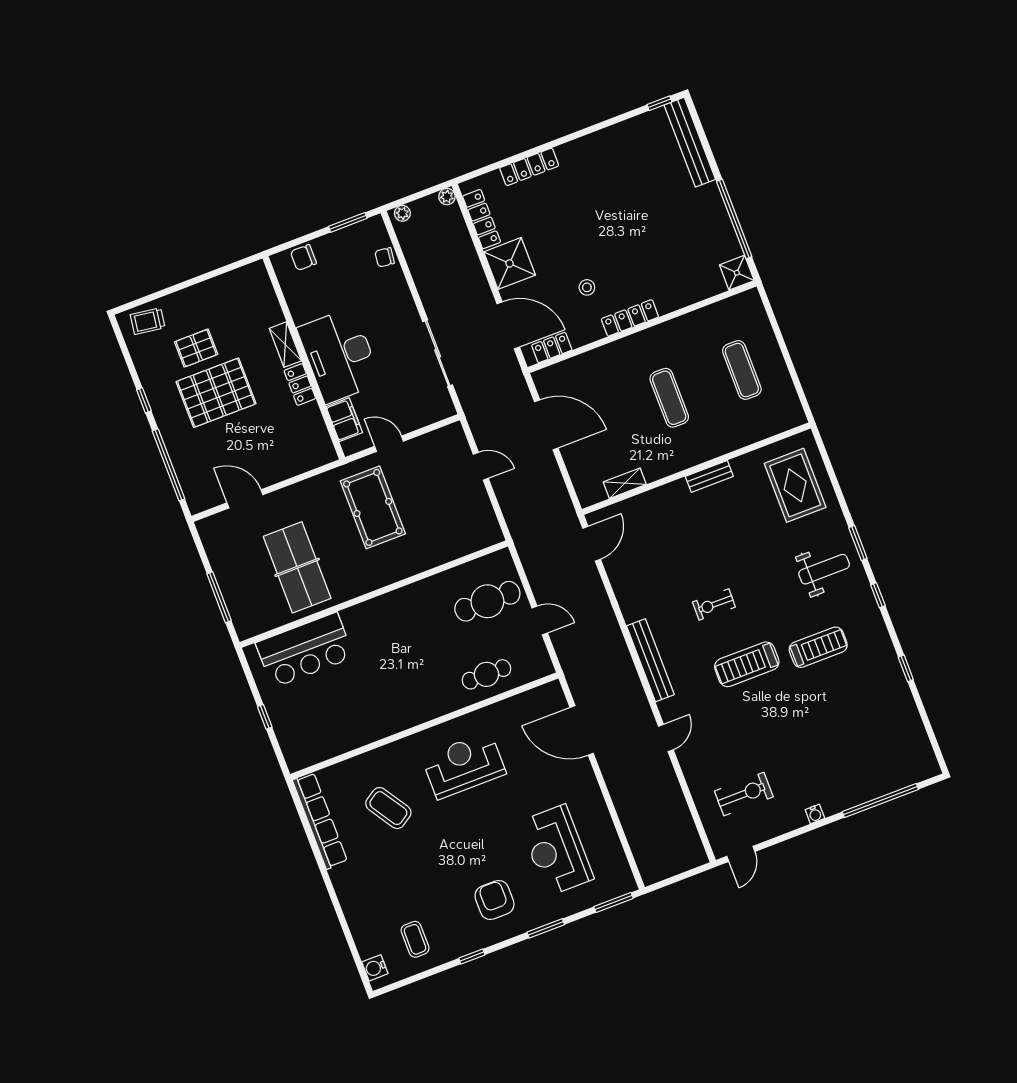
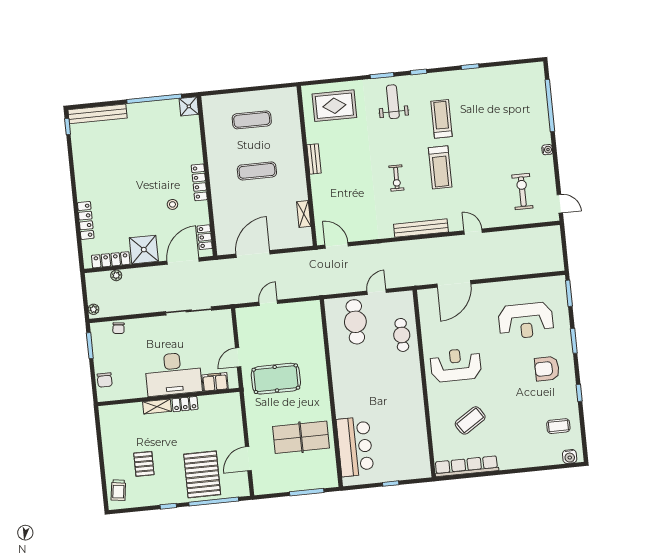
plant: (447, 197) -> (116, 275), moved
pallet: (216, 393) -> (202, 474), moved
reception desk: (464, 765) -> (456, 365), turned 90

